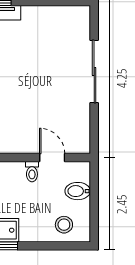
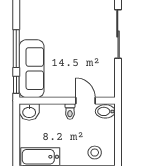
bidet: (78, 191) -> (105, 111), moved

